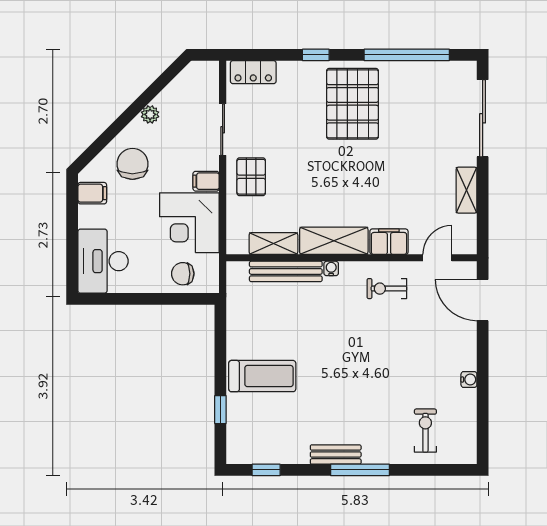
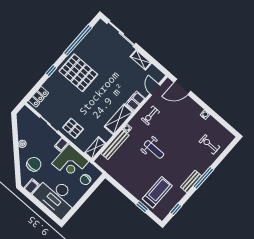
chair: (132, 164) -> (34, 164), turned 90
shelving: (273, 243) -> (95, 148), moved
desk: (103, 261) -> (56, 197), width x1.36, depth x1.30
weight bench: (335, 345) -> (154, 149), added
treadmill: (262, 376) -> (157, 192), moved

